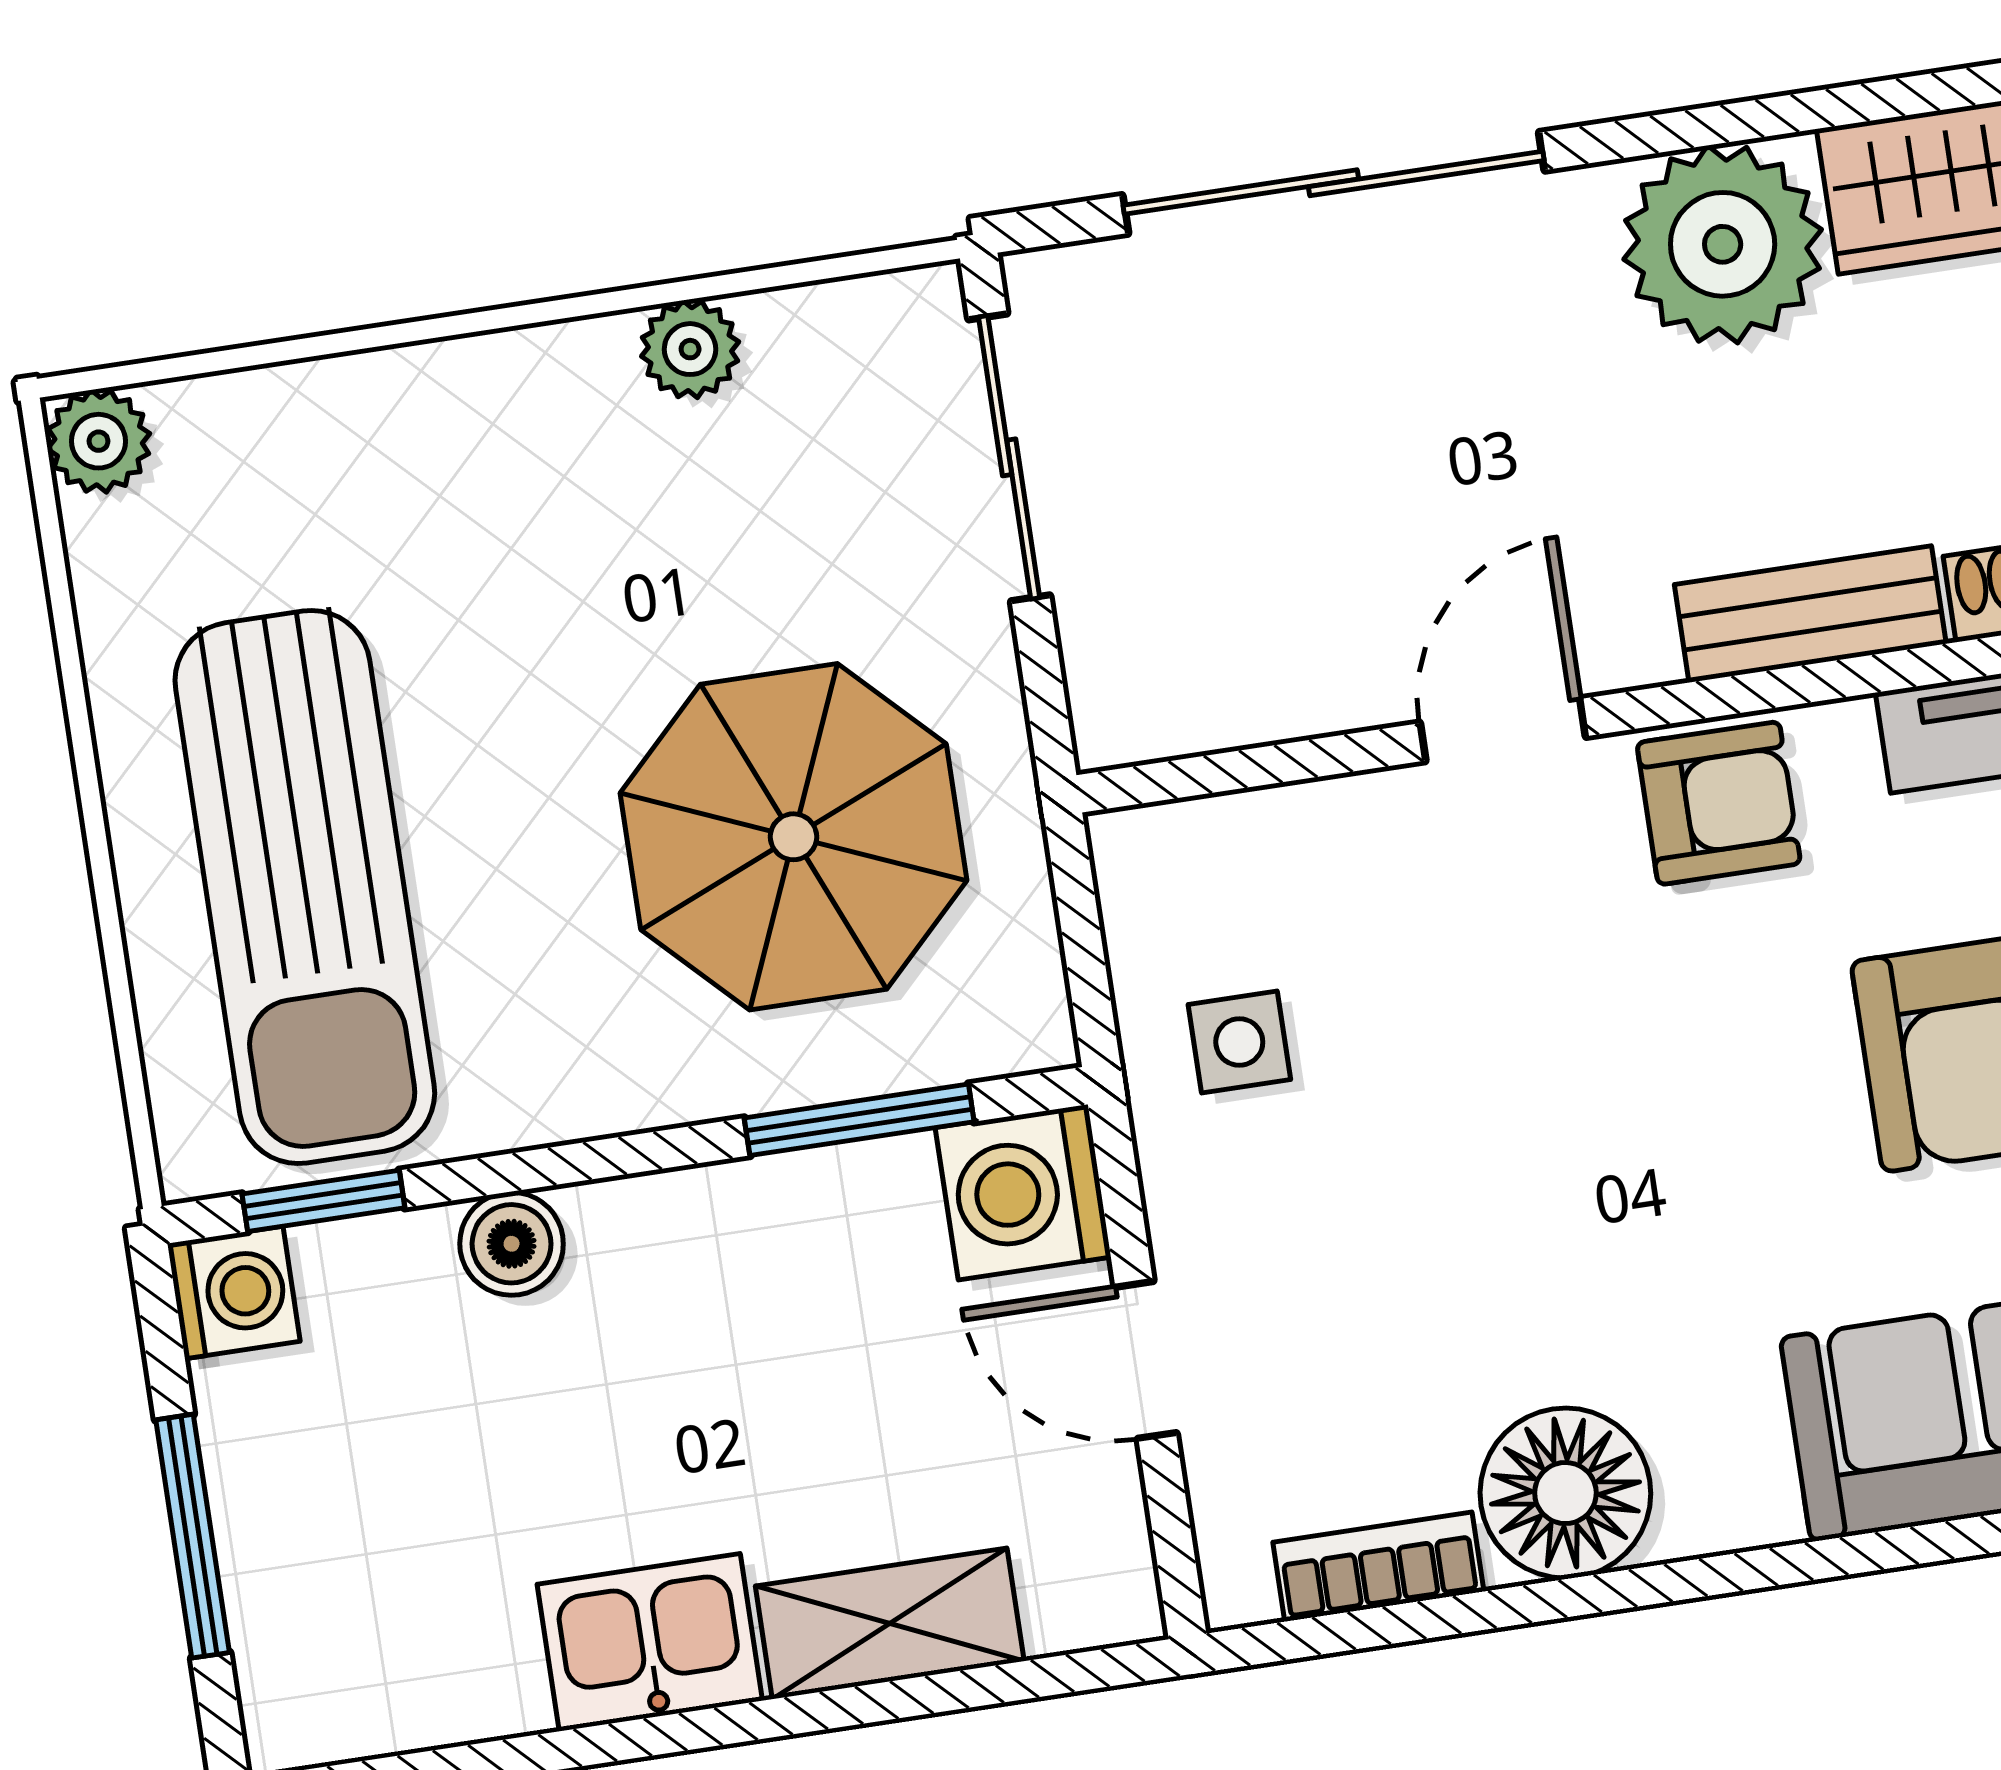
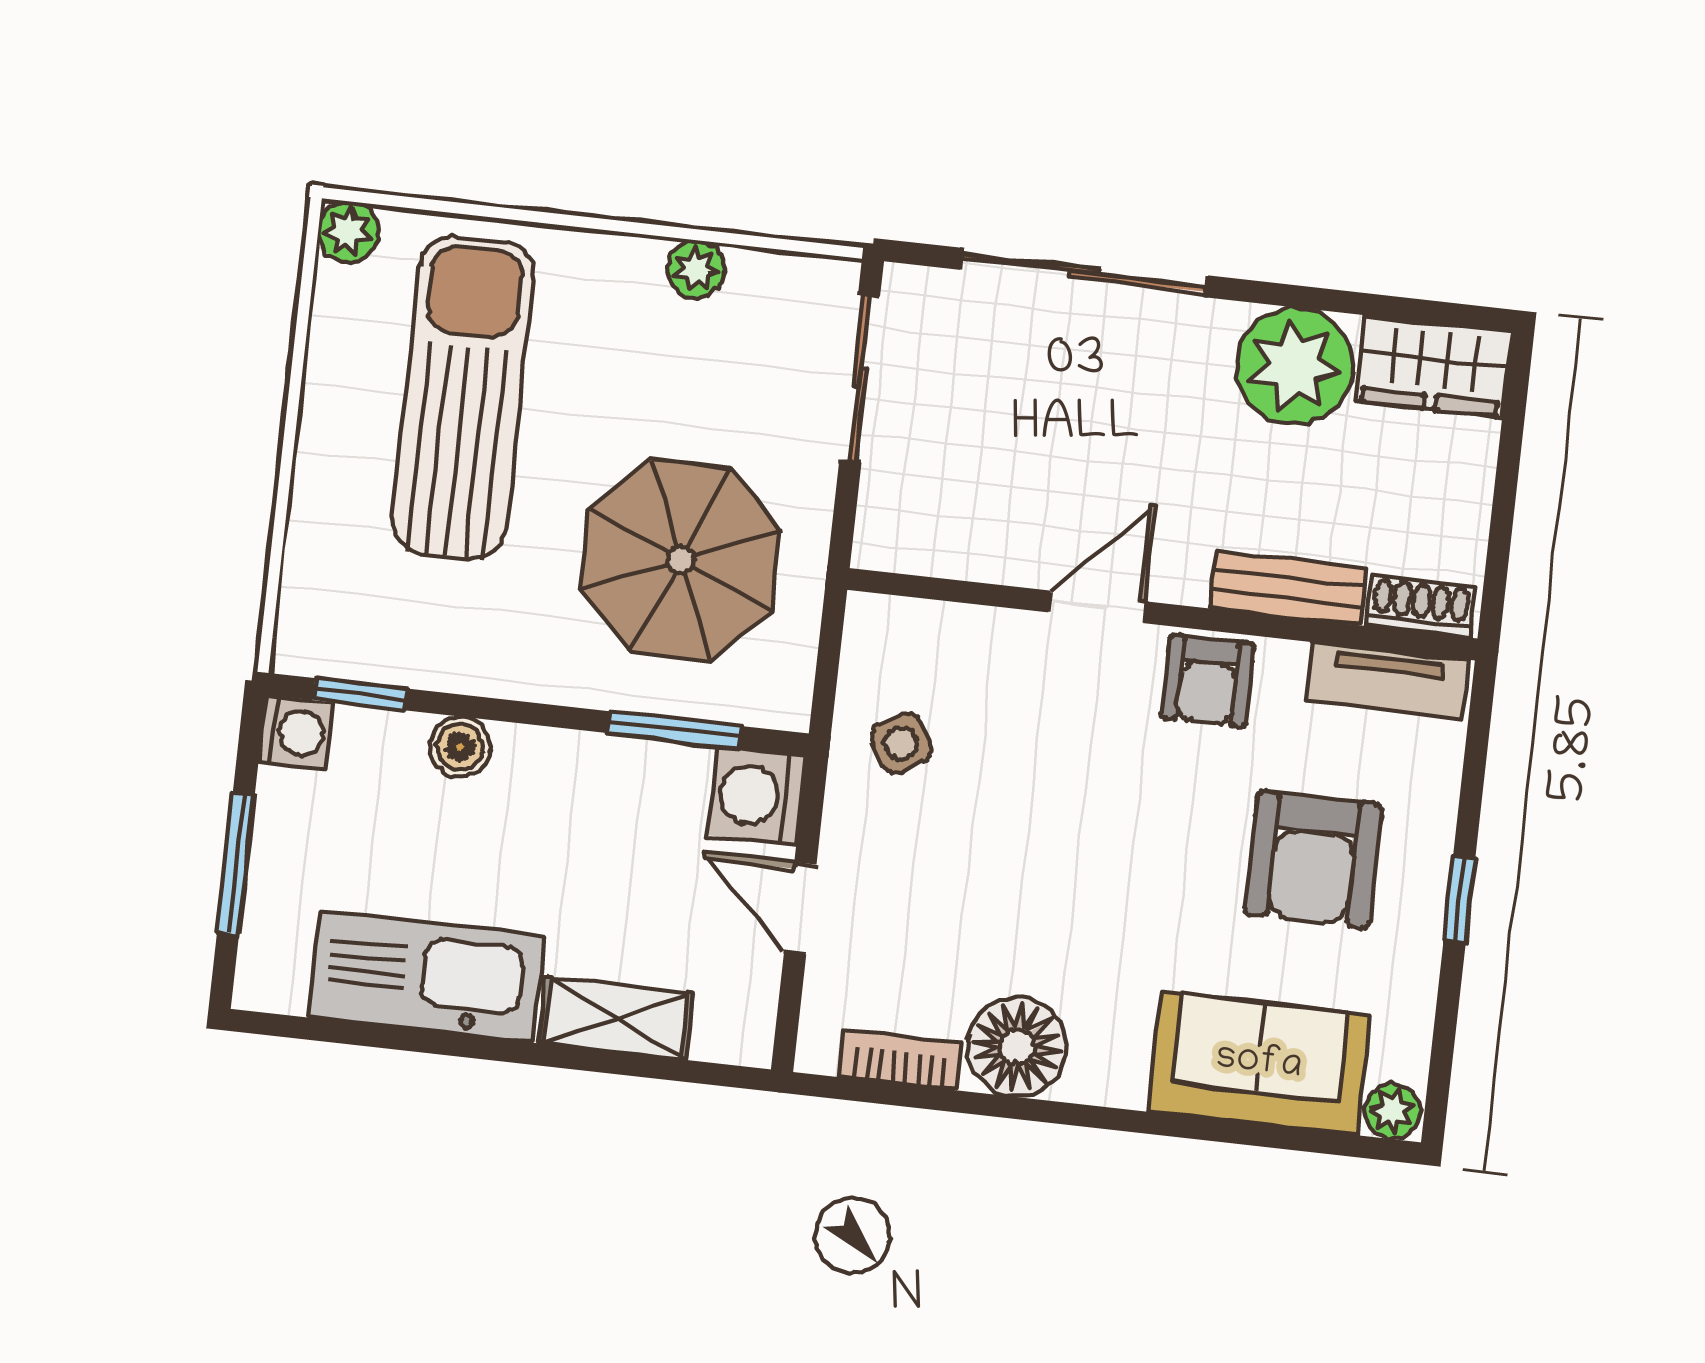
armchair: (1719, 803) -> (1208, 681), turned 90
sun lounger: (305, 887) -> (463, 397), moved, turned 180
side table: (1239, 1042) -> (901, 743), turned -32
kitchen sink: (650, 1642) -> (427, 976), width x1.88, depth x1.24

